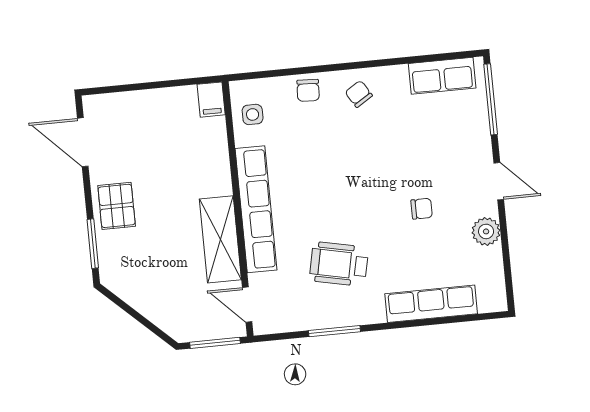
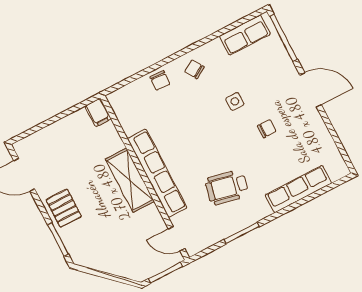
side table: (253, 114) -> (235, 101), moved
door: (499, 181) -> (311, 90), width x1.38
plant: (486, 231) -> (316, 127), removed
shelving: (220, 239) -> (130, 180), moved

